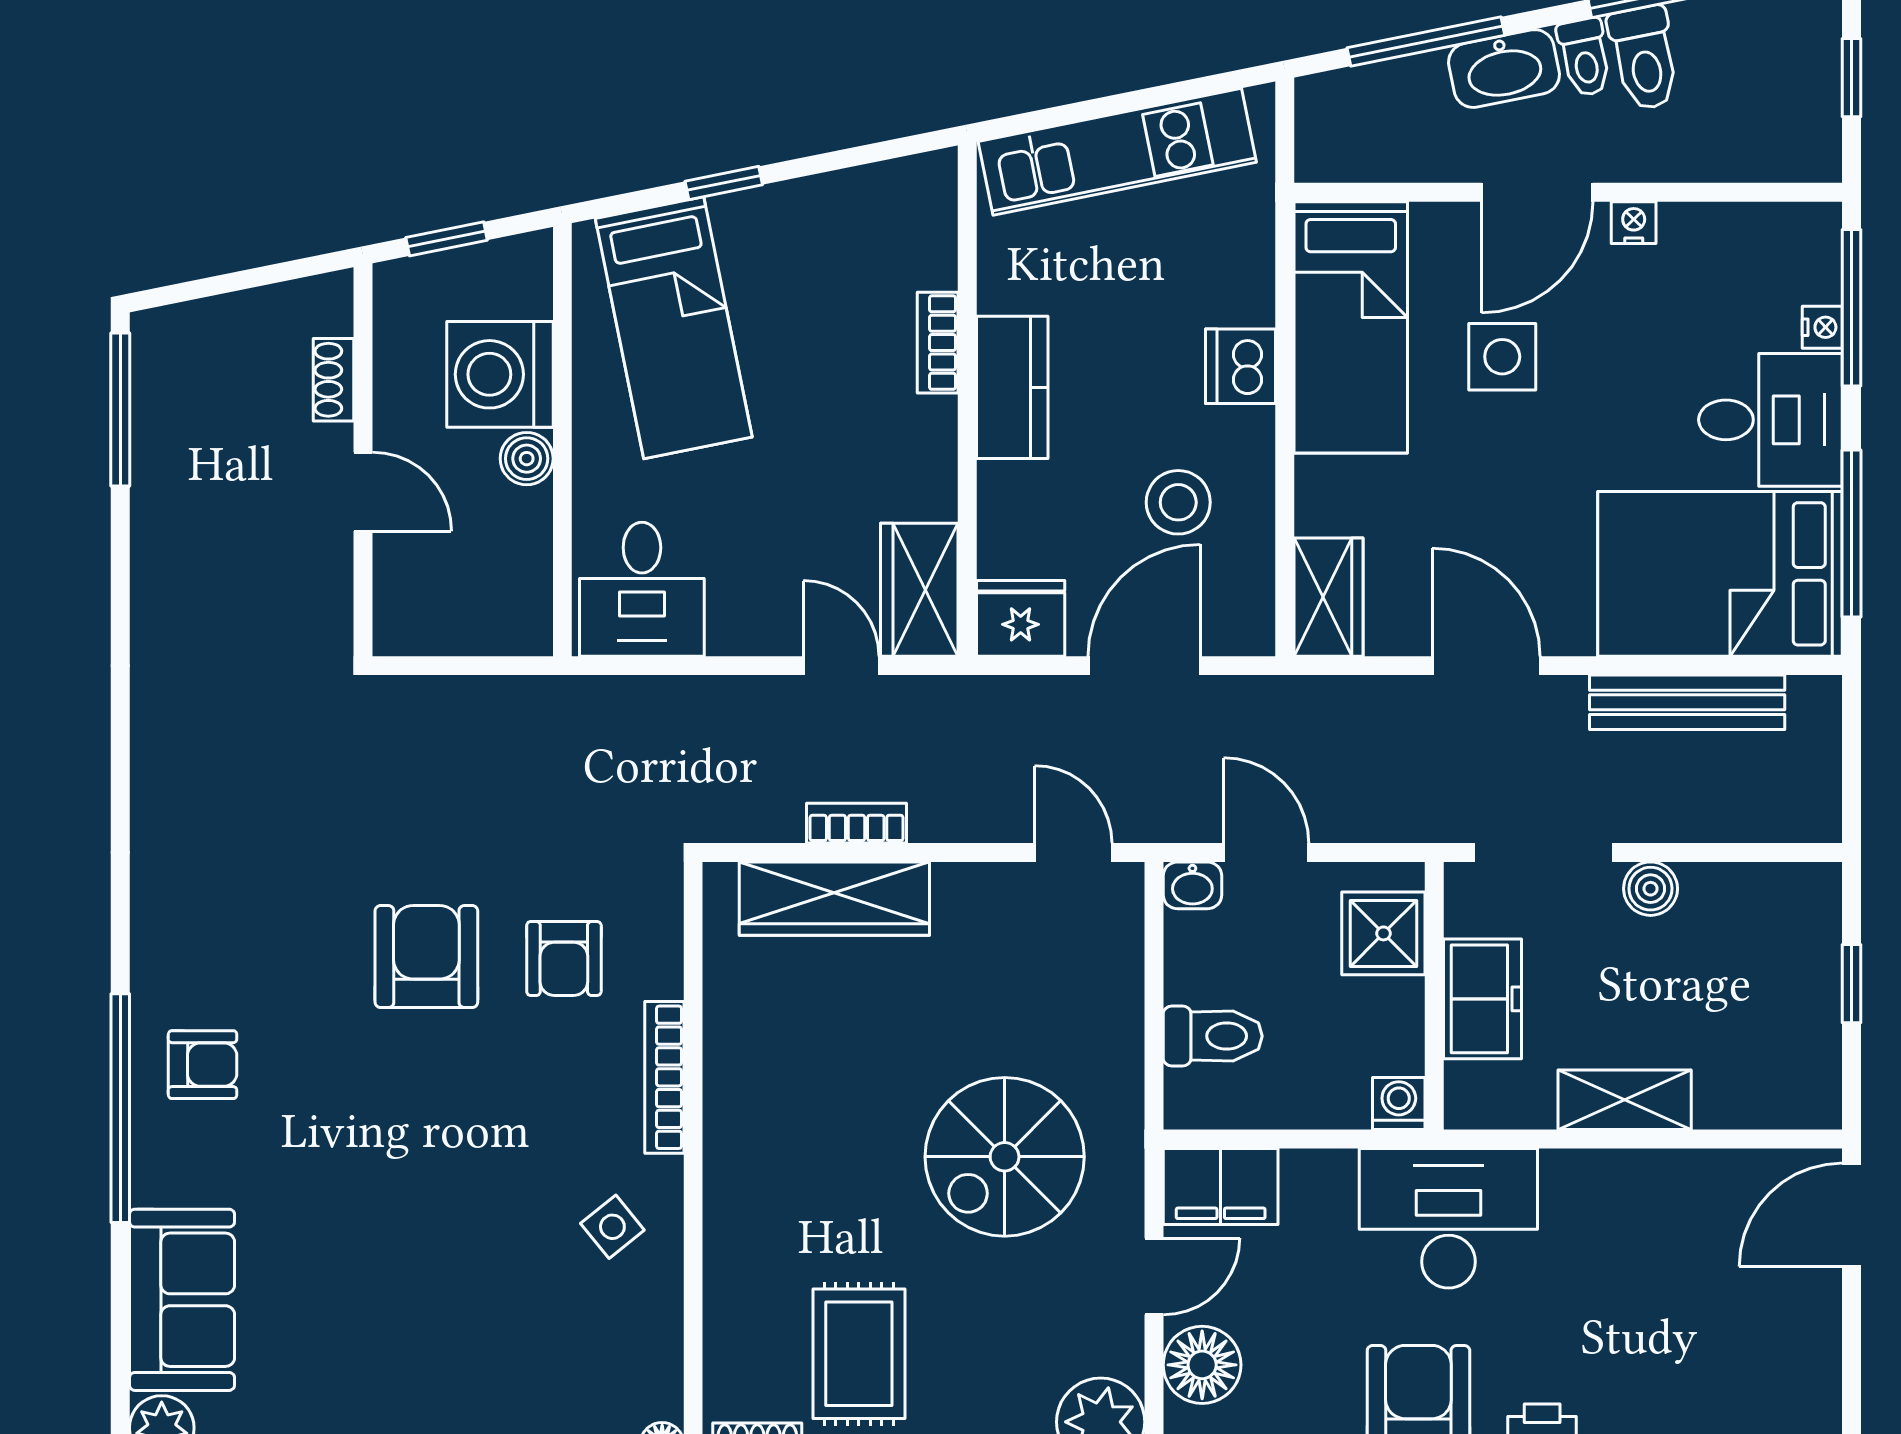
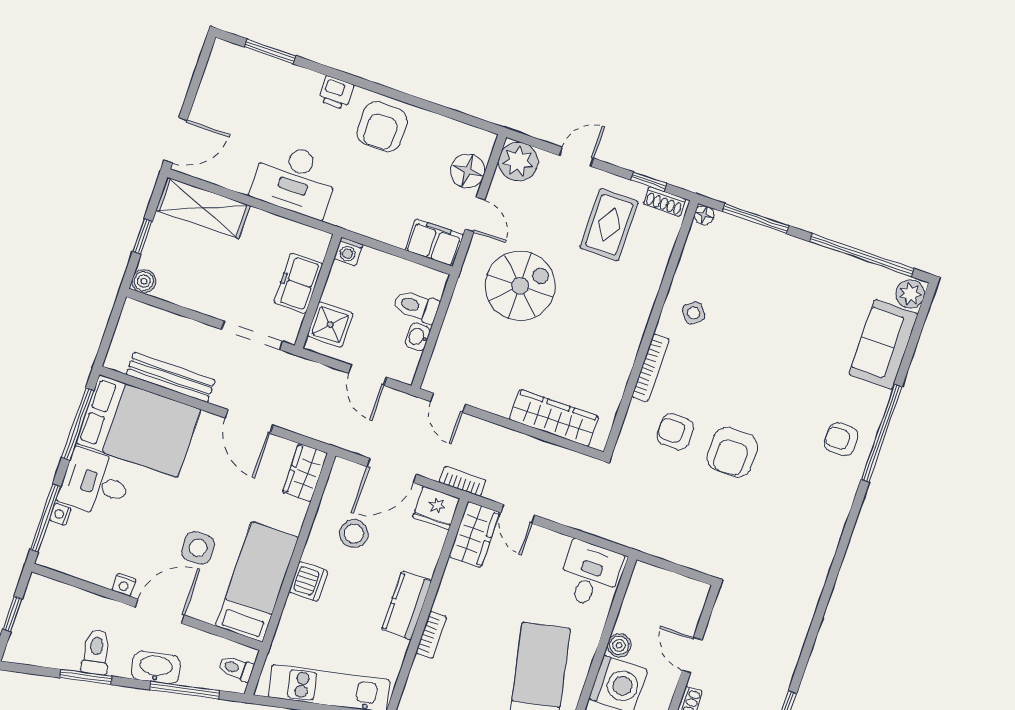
toilet: (1585, 57) -> (236, 668), moved, turned -79
bookcase: (857, 823) -> (463, 481), moved, turned 180
washbasin: (1192, 885) -> (418, 337), moved, turned -90
boiler: (1651, 889) -> (144, 281), moved
armchair: (564, 959) -> (675, 432), turned -90
shelving: (1625, 1100) -> (203, 208), moved, width x1.50, depth x1.33
desk: (1448, 1218) -> (295, 180), moved
door: (1154, 1276) -> (475, 215), swing flipped

